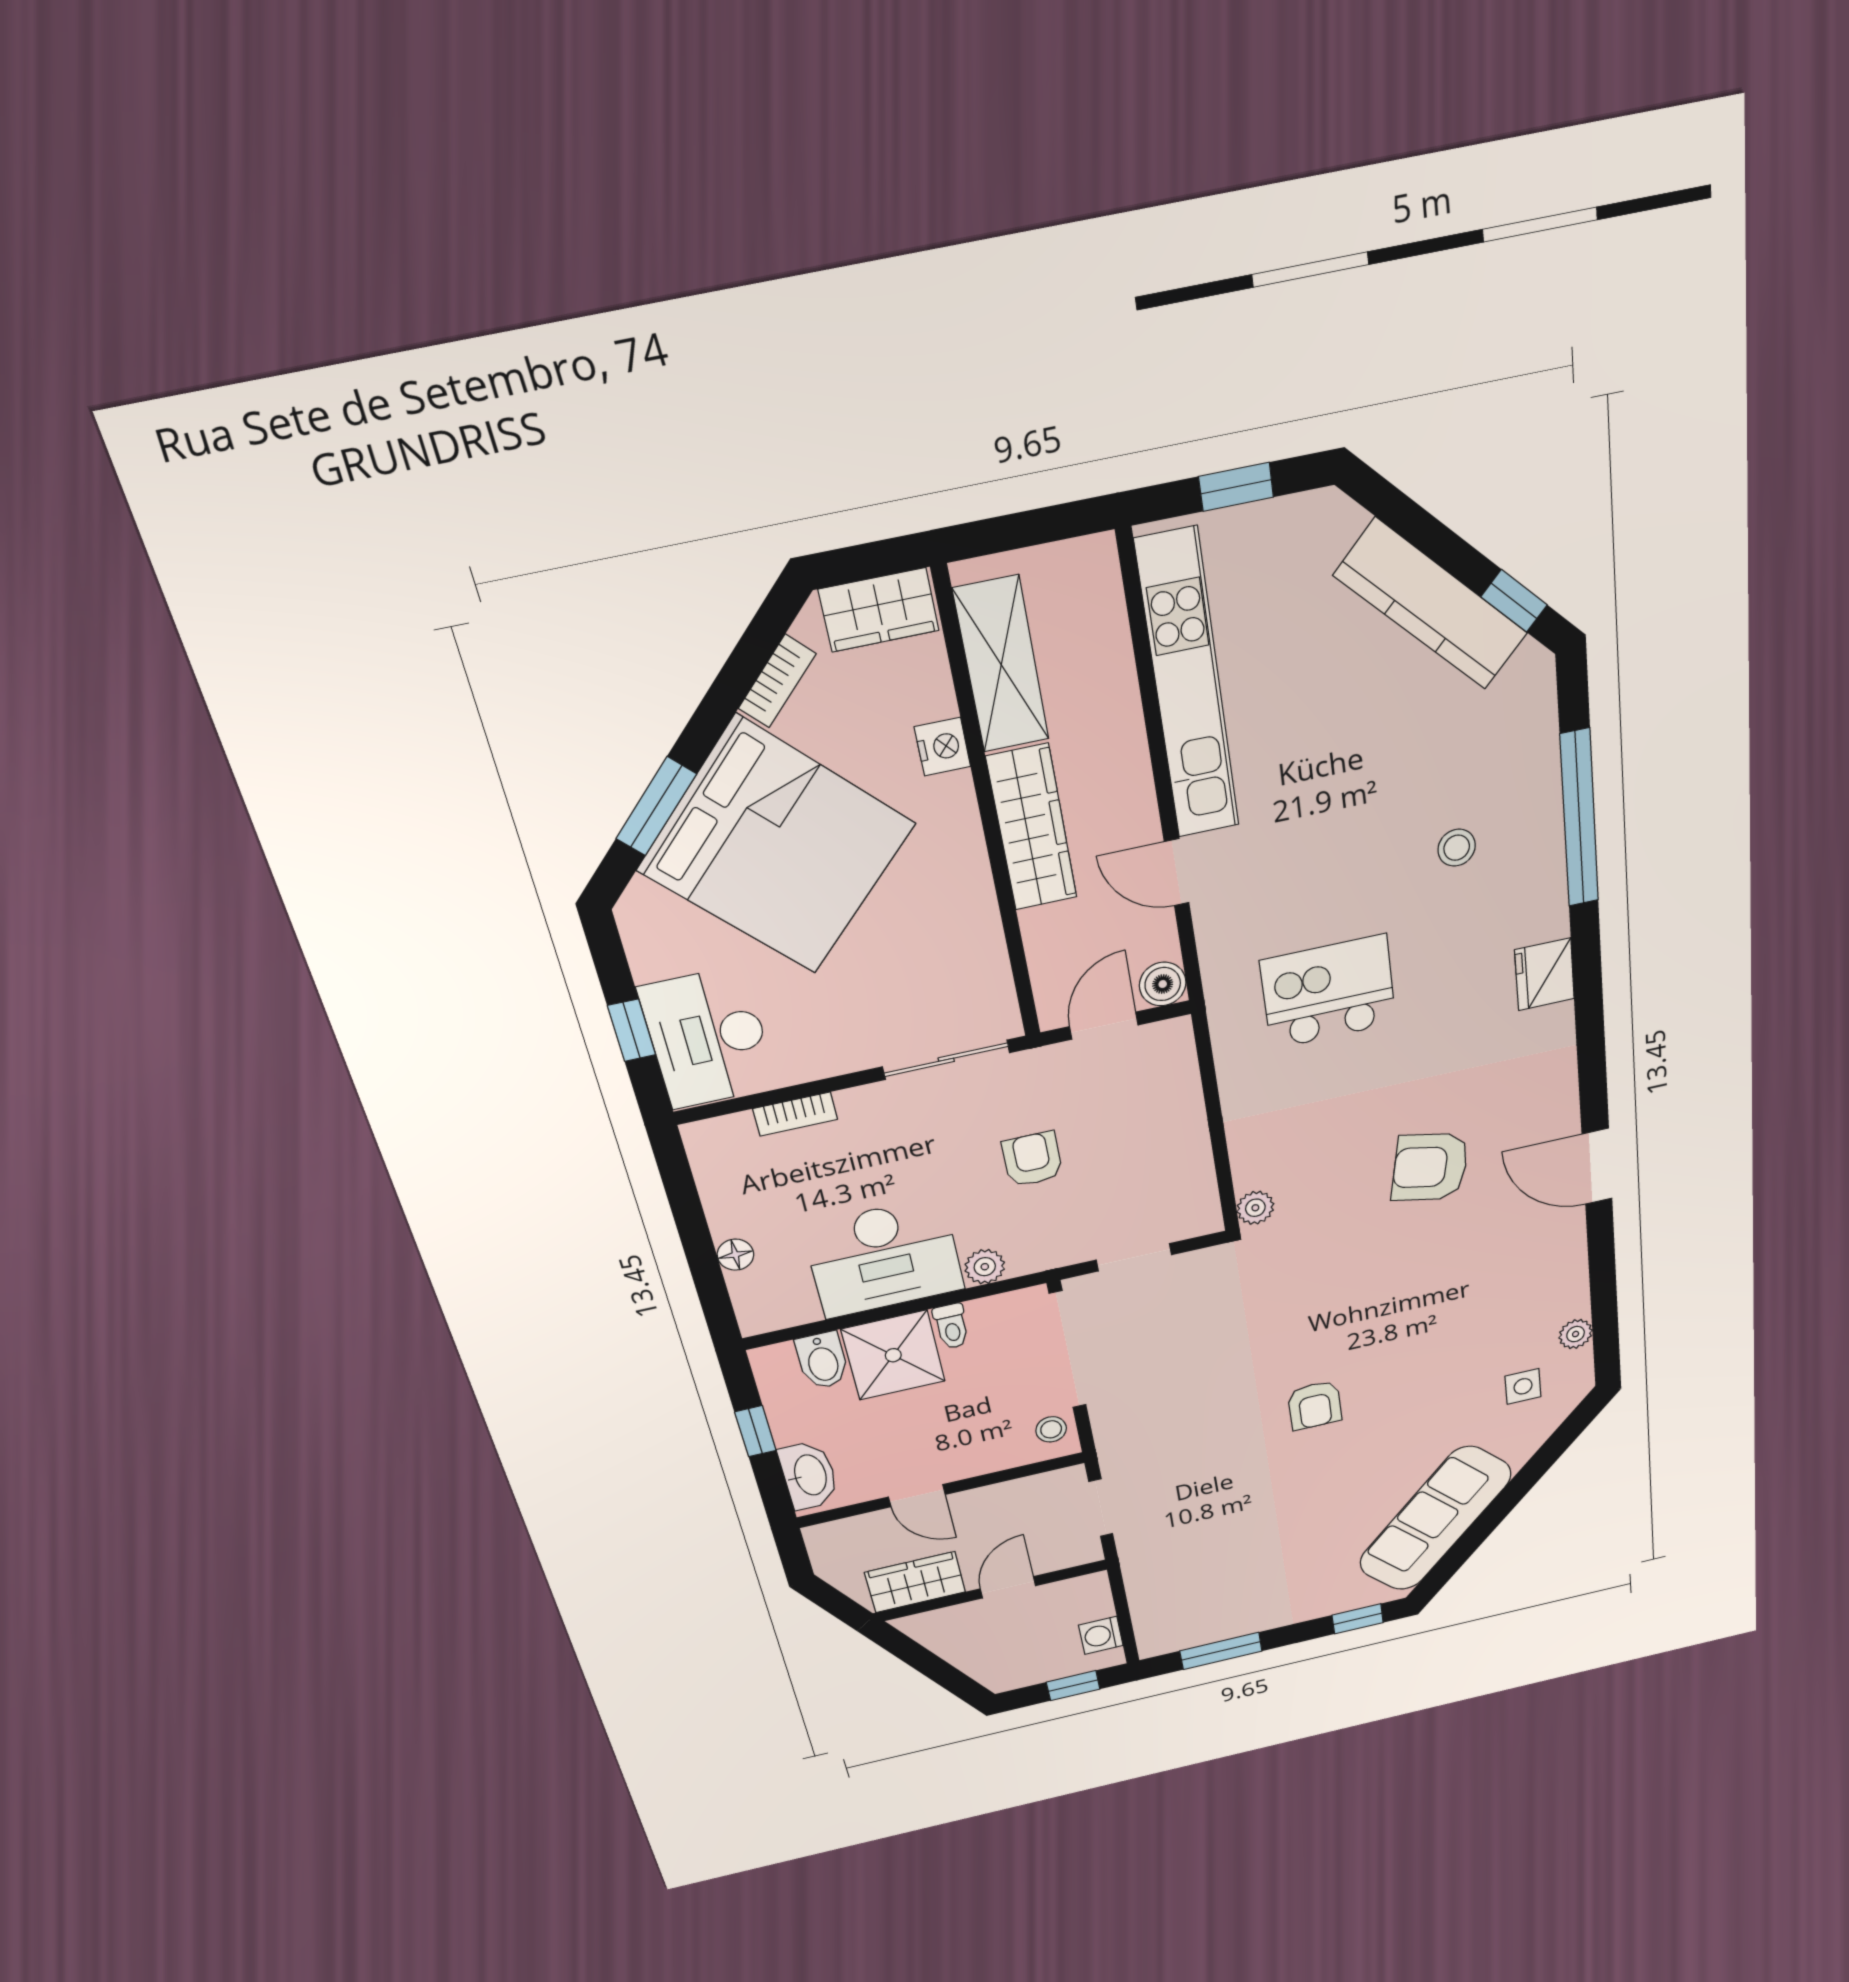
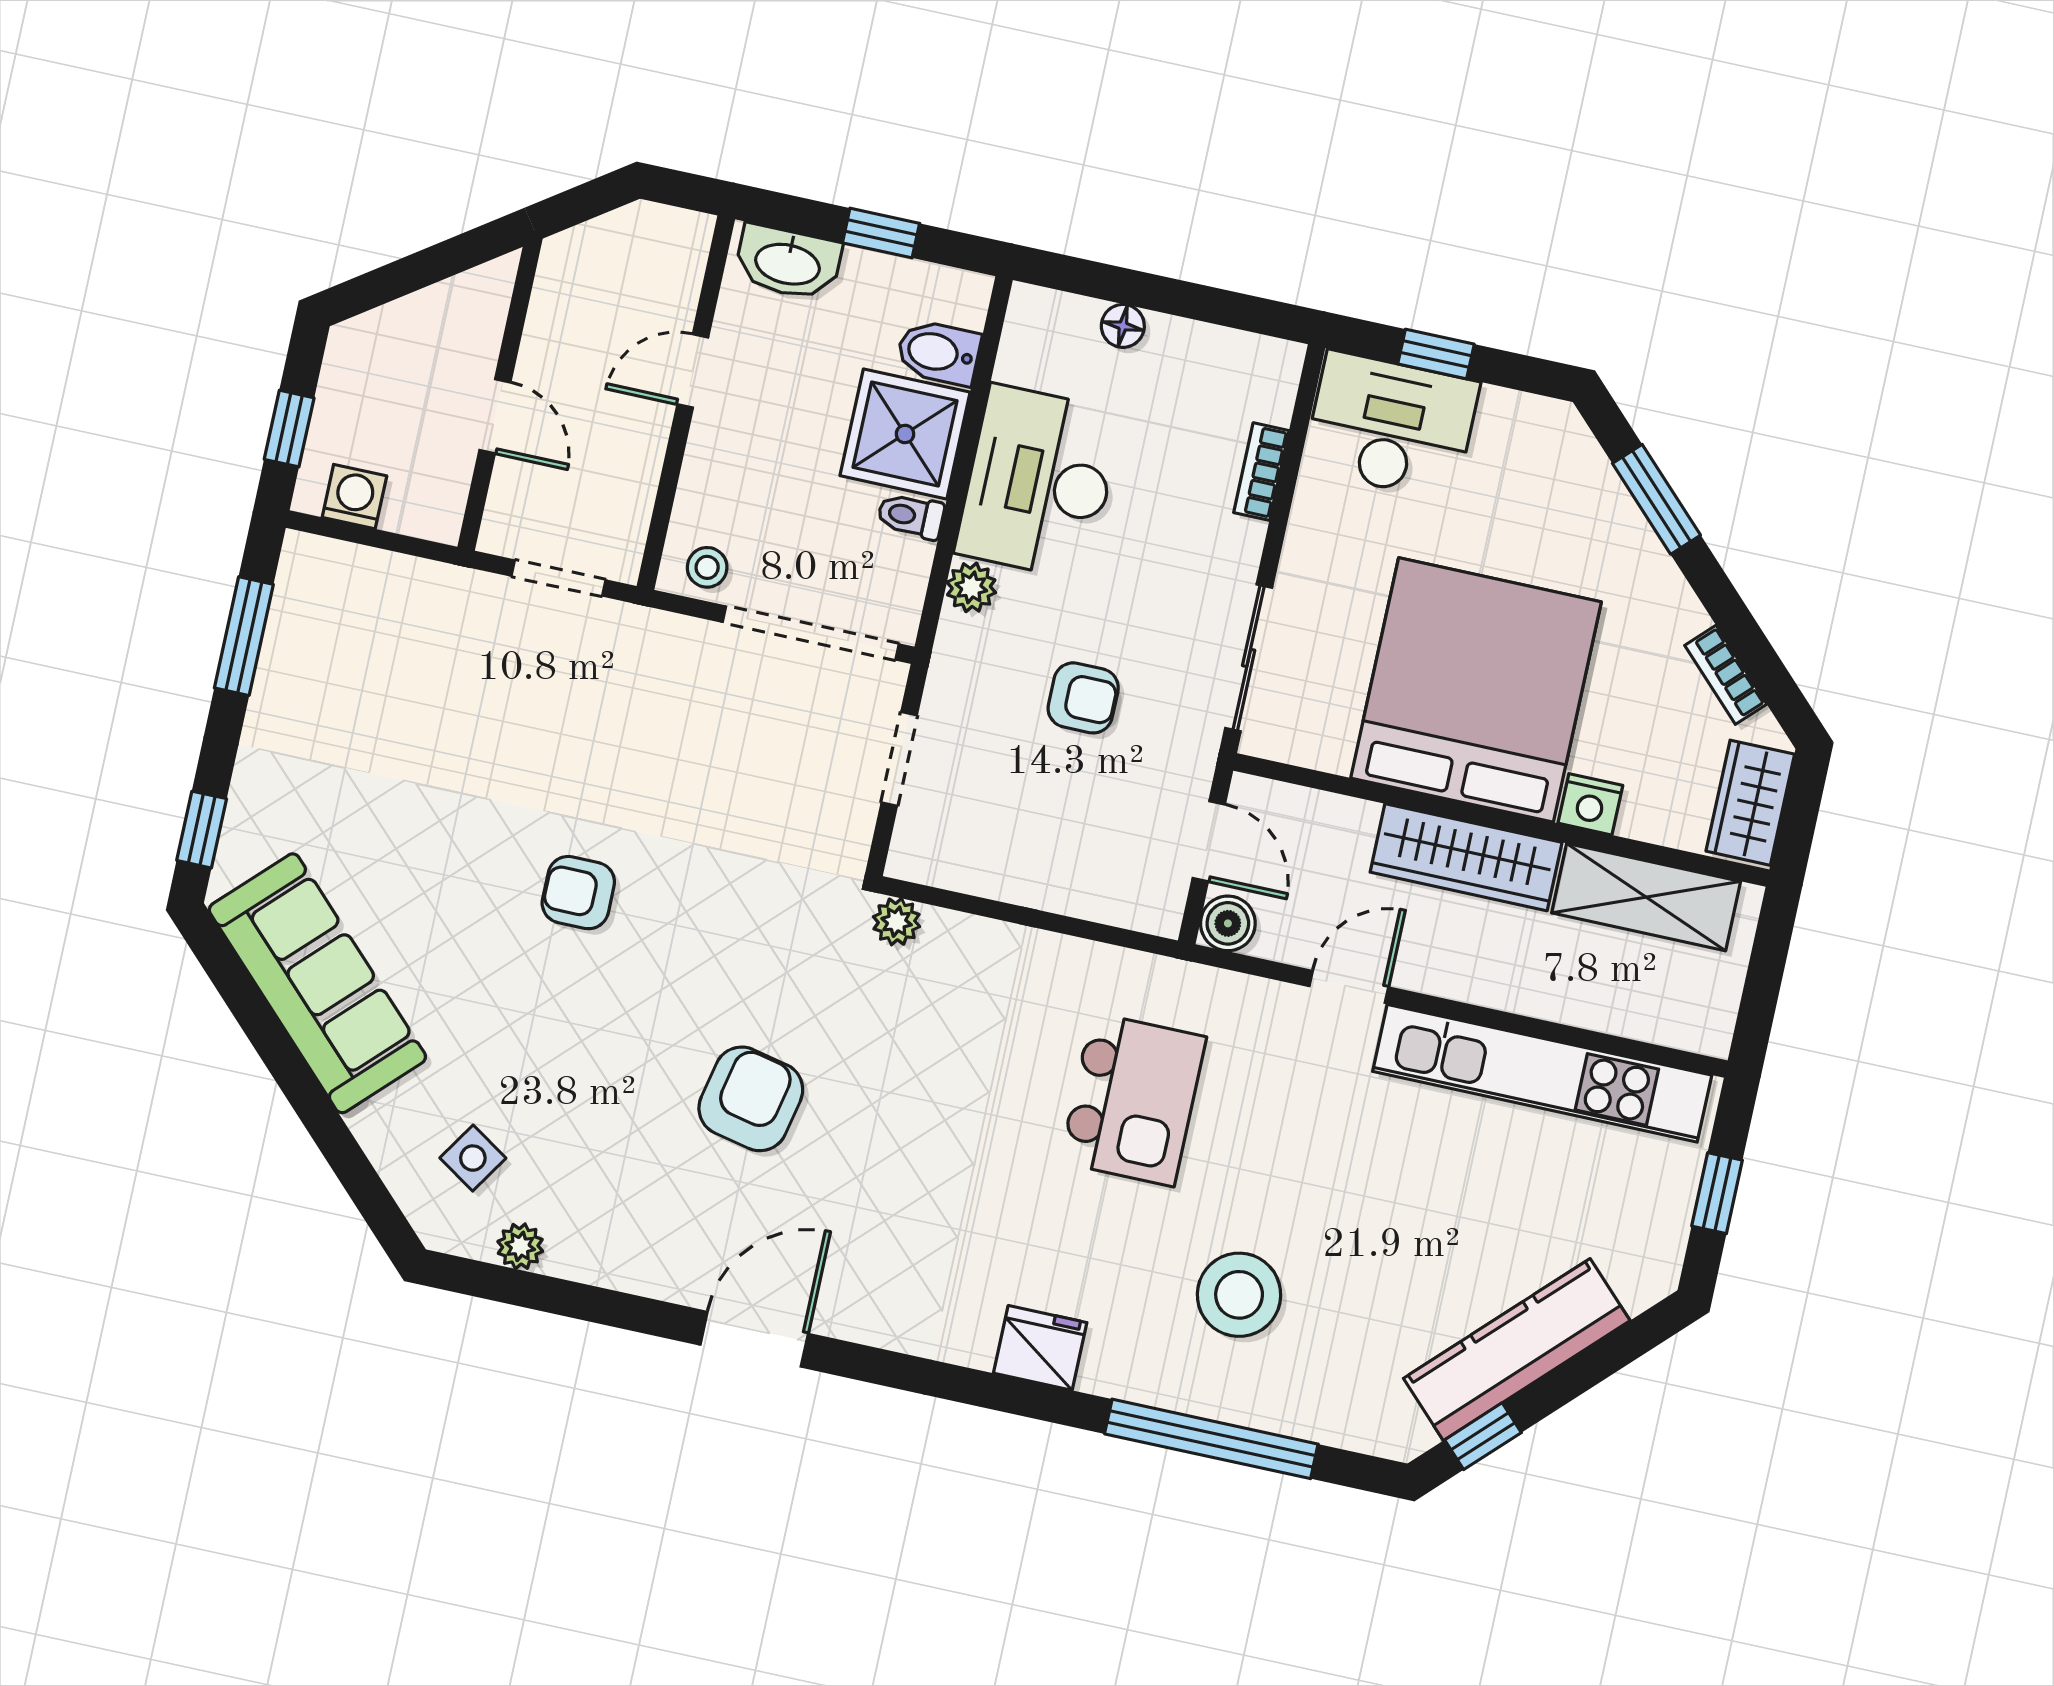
bed: (777, 847) -> (1476, 690), moved, turned 135
stool: (1457, 848) -> (1239, 1295), width x1.89, depth x1.89
armchair: (1430, 1167) -> (751, 1099), moved
side table: (1523, 1386) -> (473, 1158), turned 33
wardrobe: (915, 1582) -> (564, 310), removed

